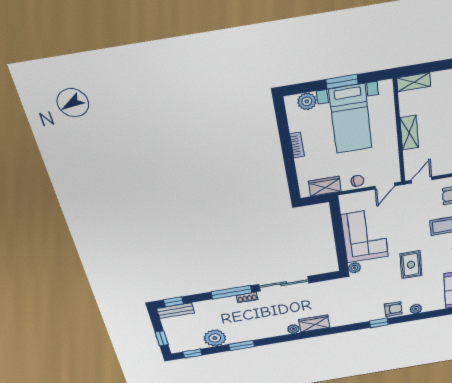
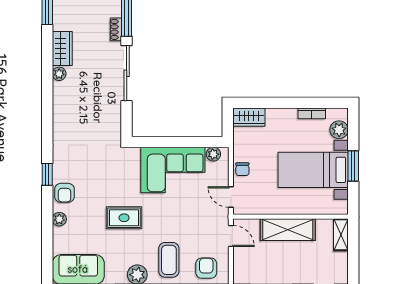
shelving: (409, 133) -> (288, 230), width x1.50, depth x1.33
bookcase: (297, 145) -> (312, 113), moved
wardrobe: (325, 186) -> (249, 117), moved, turned 90
plant: (354, 268) -> (213, 154), moved
wardrobe: (314, 324) -> (62, 49), moved

